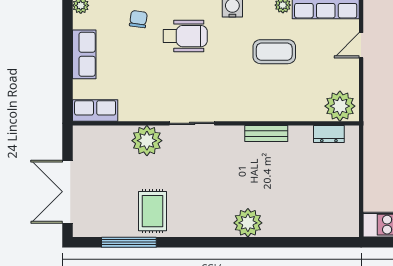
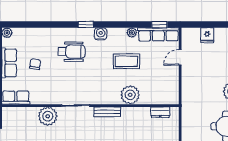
chair: (138, 19) -> (35, 64), moved
plant: (340, 106) -> (130, 95), moved
bench: (266, 133) -> (107, 112), moved

